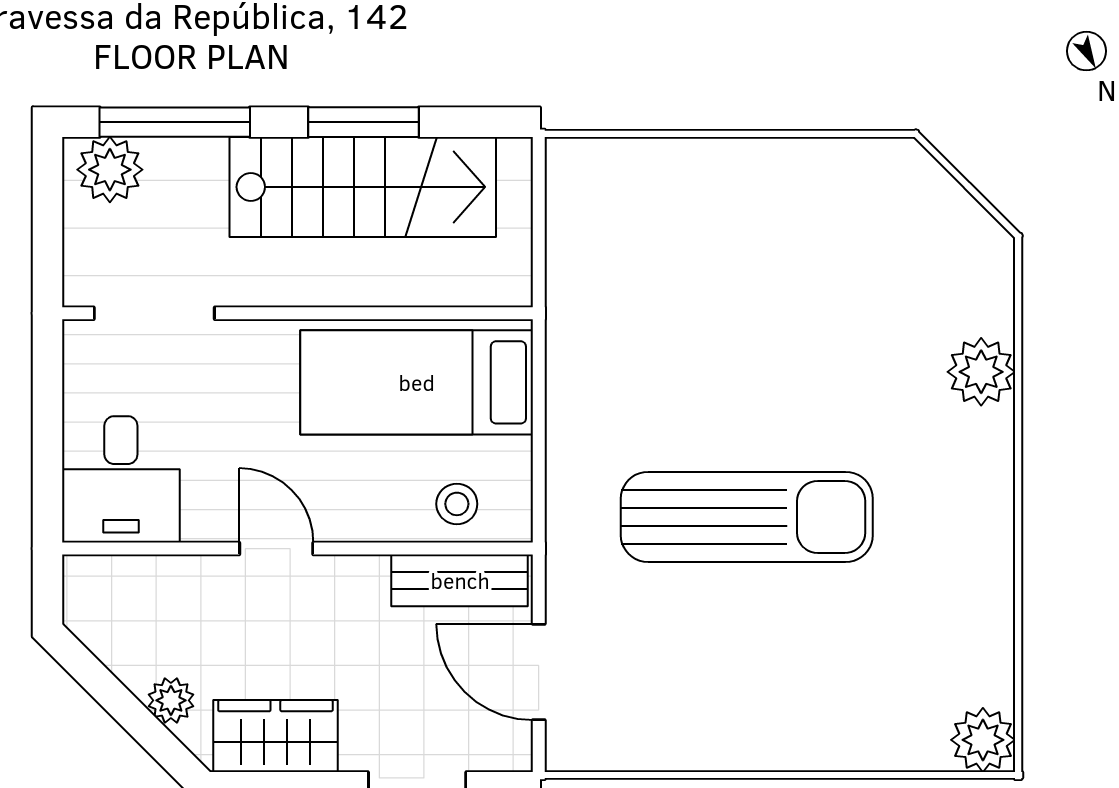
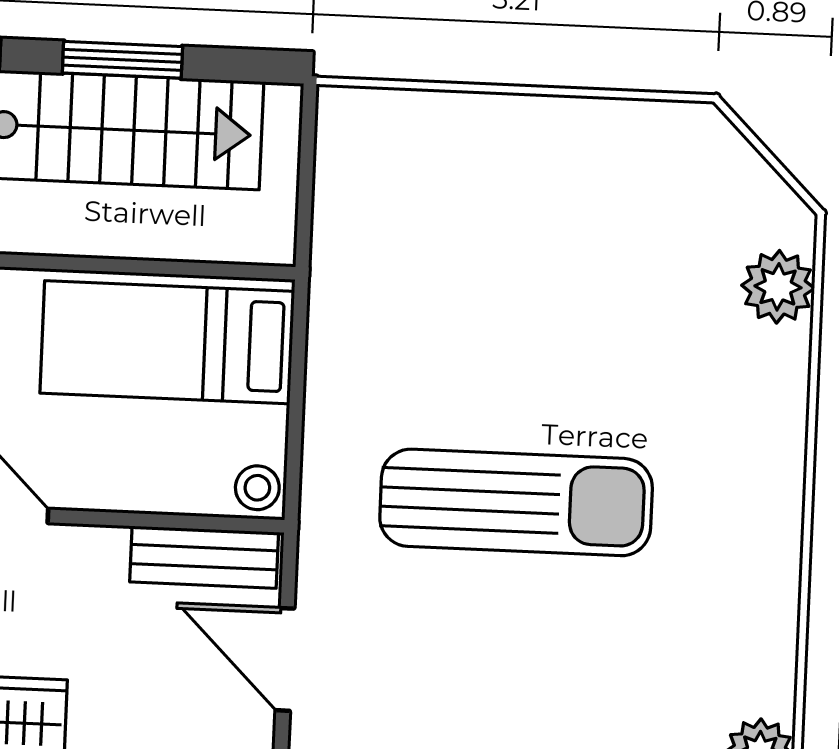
plant: (981, 372) -> (778, 287), moved
stool: (457, 504) -> (257, 488), moved

